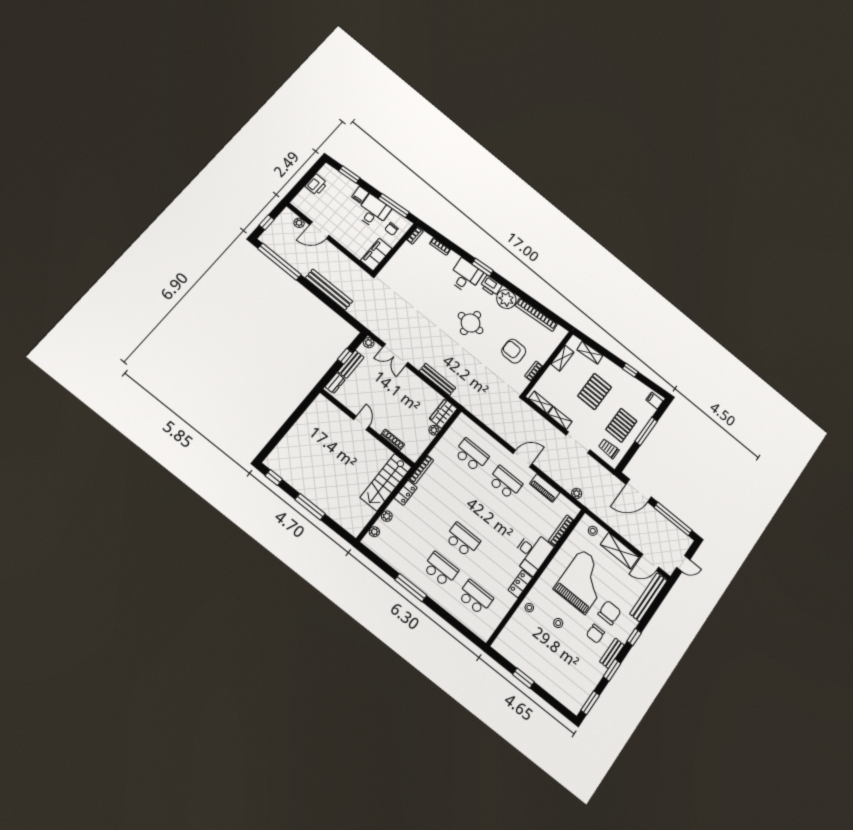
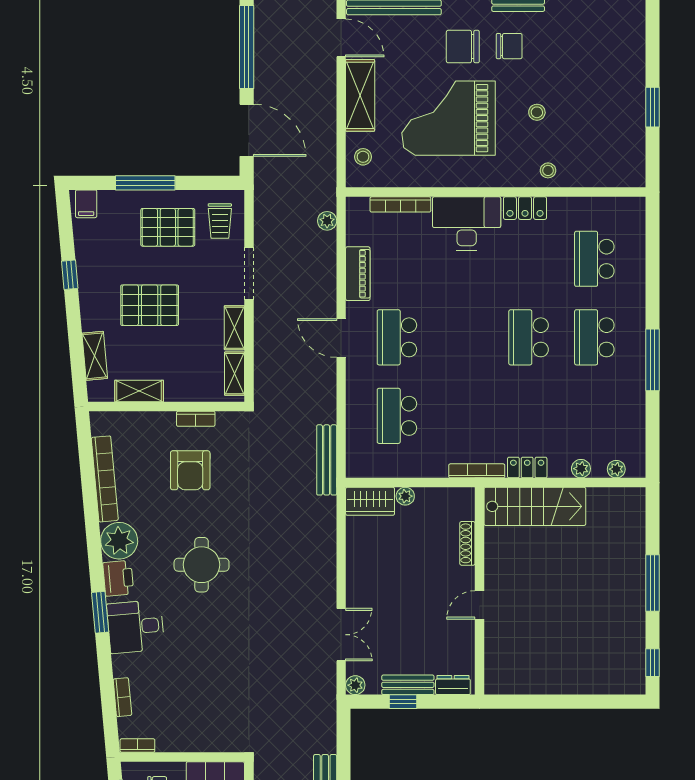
bench: (437, 379) -> (327, 460), moved

